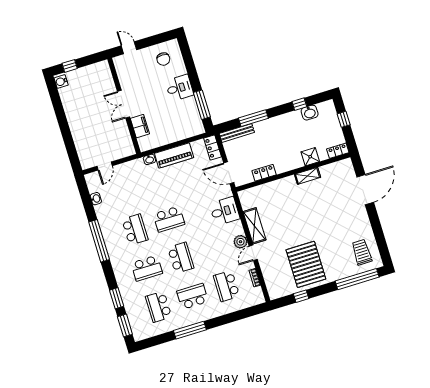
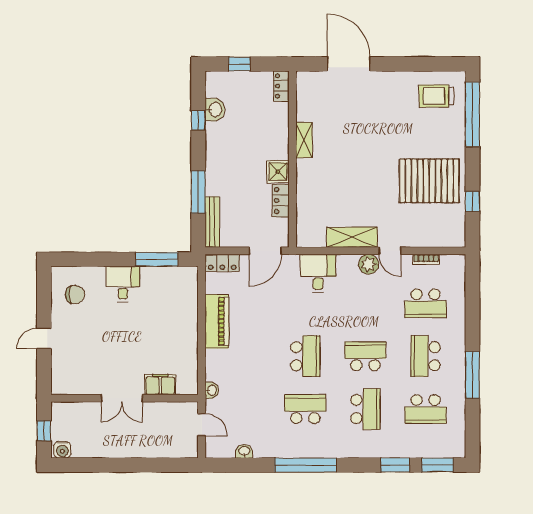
double door: (124, 104) -> (122, 398), moved
wall: (124, 106) -> (124, 398), moved
filing cabinet: (140, 126) -> (160, 384), moved
shower: (310, 157) -> (278, 172), moved
washbasin: (149, 159) -> (212, 390), moved

